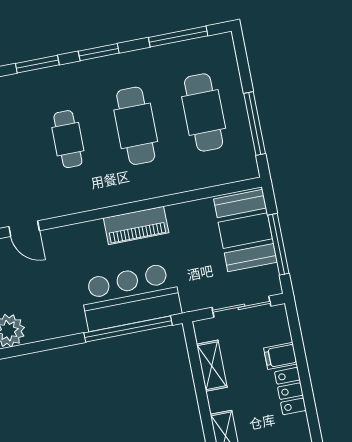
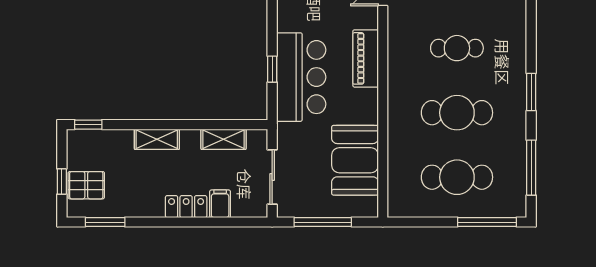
window: (37, 64) -> (531, 34), removed
window: (255, 123) -> (487, 222), moved
piano: (136, 225) -> (366, 58), moved
booth: (245, 231) -> (355, 160), moved, turned 90
window: (128, 329) -> (272, 69), width x0.32

